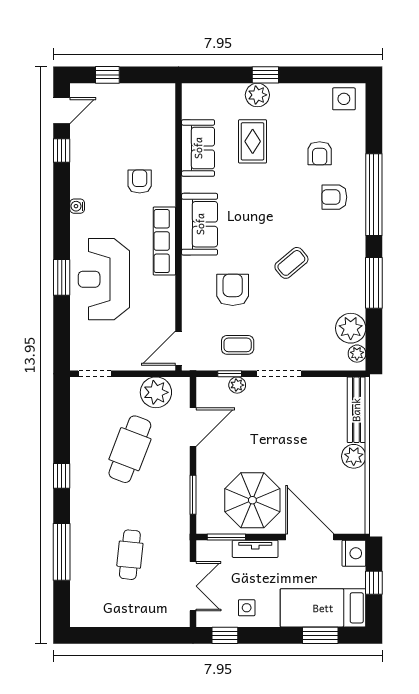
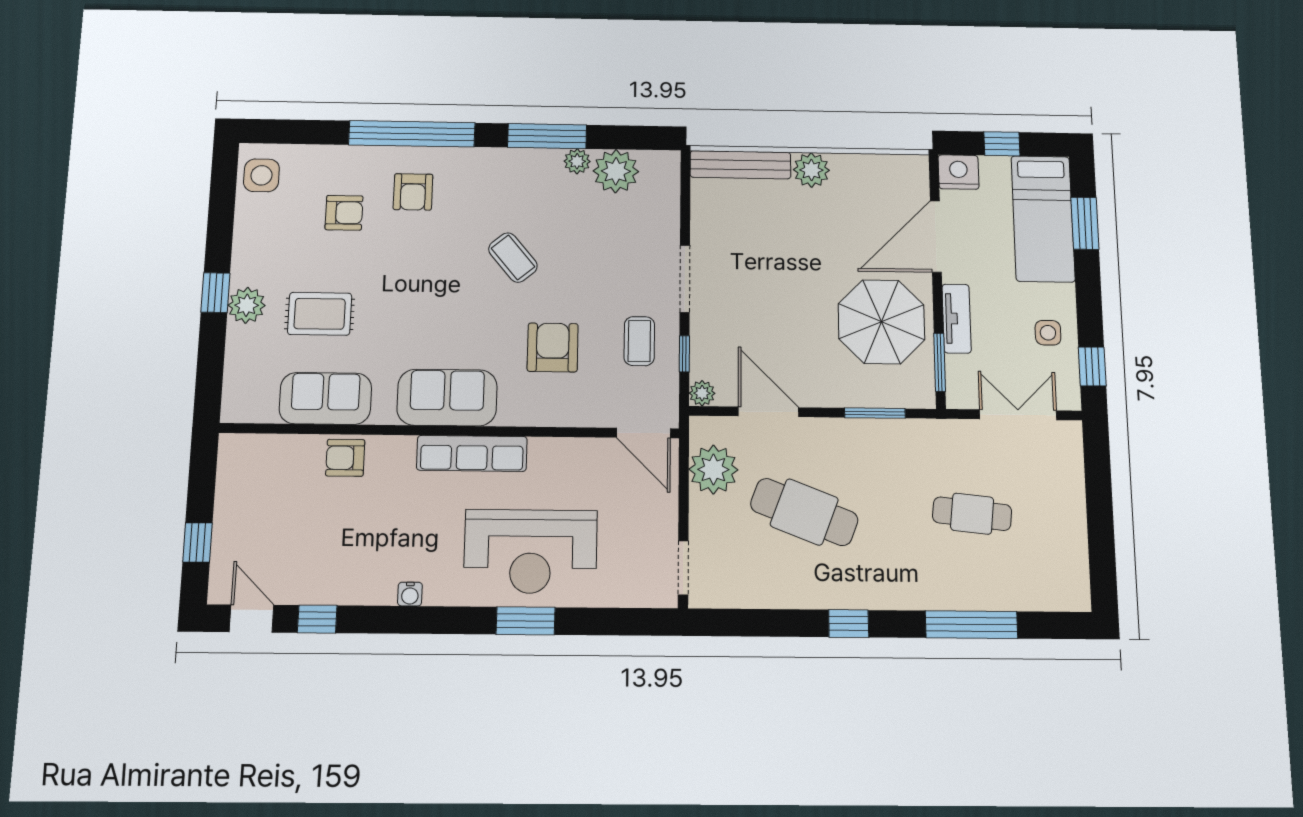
armchair: (140, 182) -> (345, 458), moved
armchair: (233, 290) -> (553, 347), turned 90
plant: (357, 354) -> (577, 161), moved
plant: (237, 385) -> (702, 393), moved

